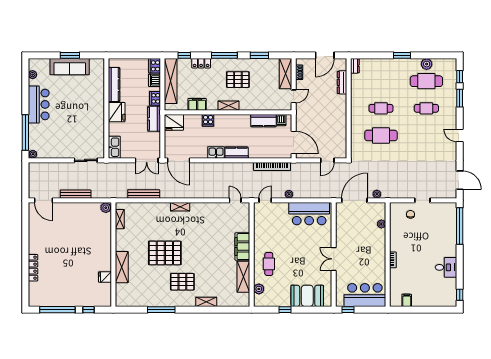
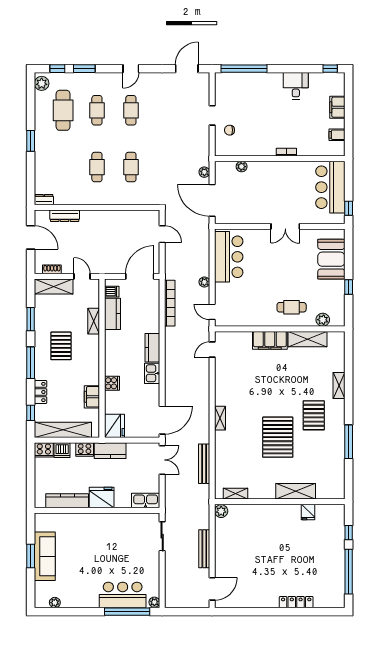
plant: (427, 64) -> (42, 83), moved
bar counter: (39, 104) -> (123, 595), moved
shelving: (228, 106) -> (94, 321), moved
cafe table: (381, 135) -> (131, 167), width x0.73, depth x0.74
cafe table: (426, 135) -> (131, 110), added
filing cabinet: (429, 301) -> (337, 107), added

